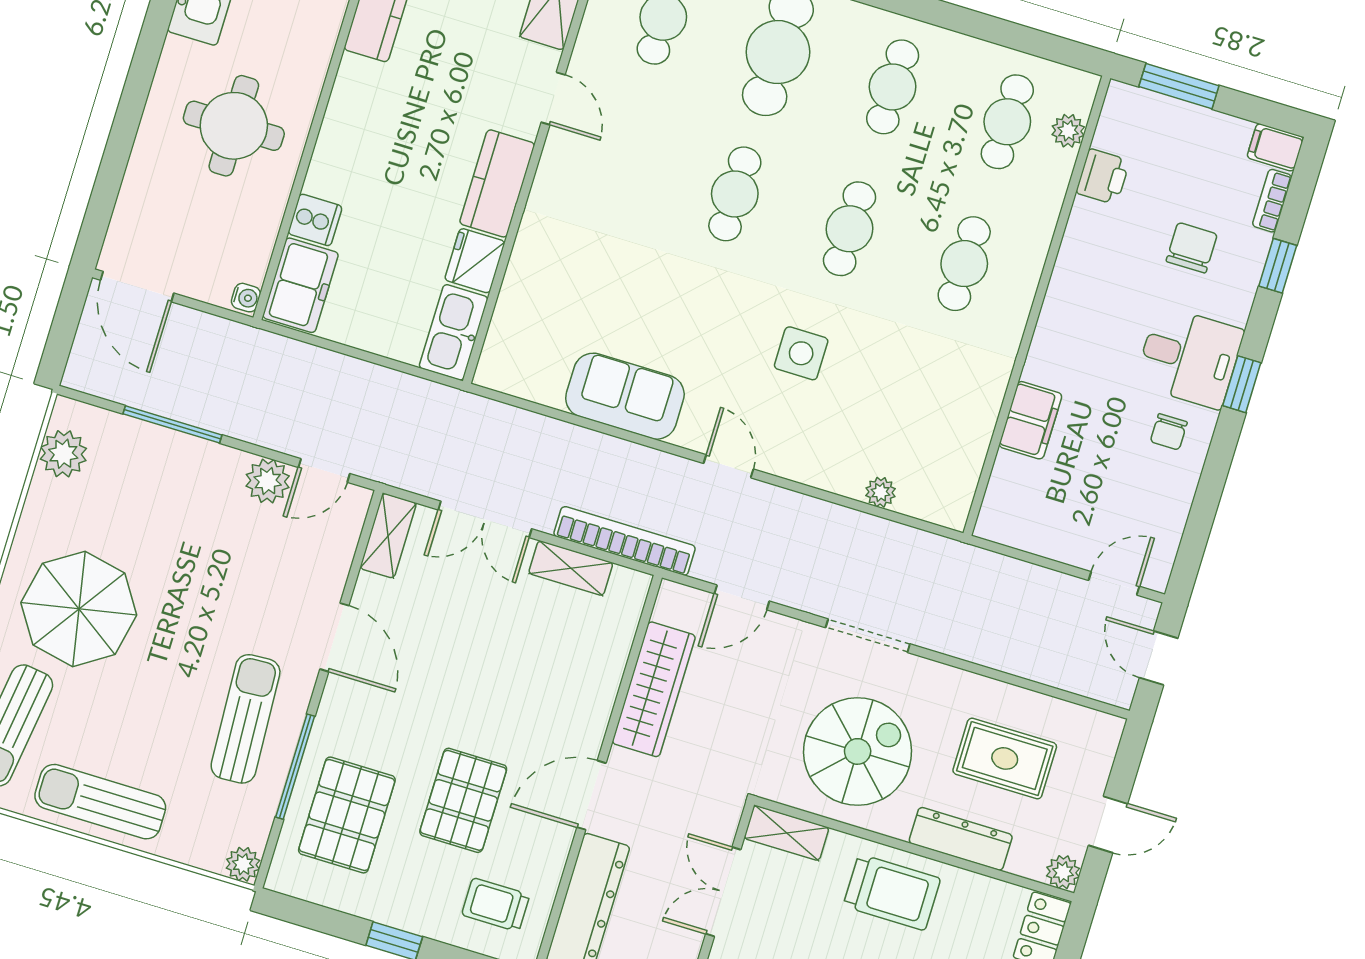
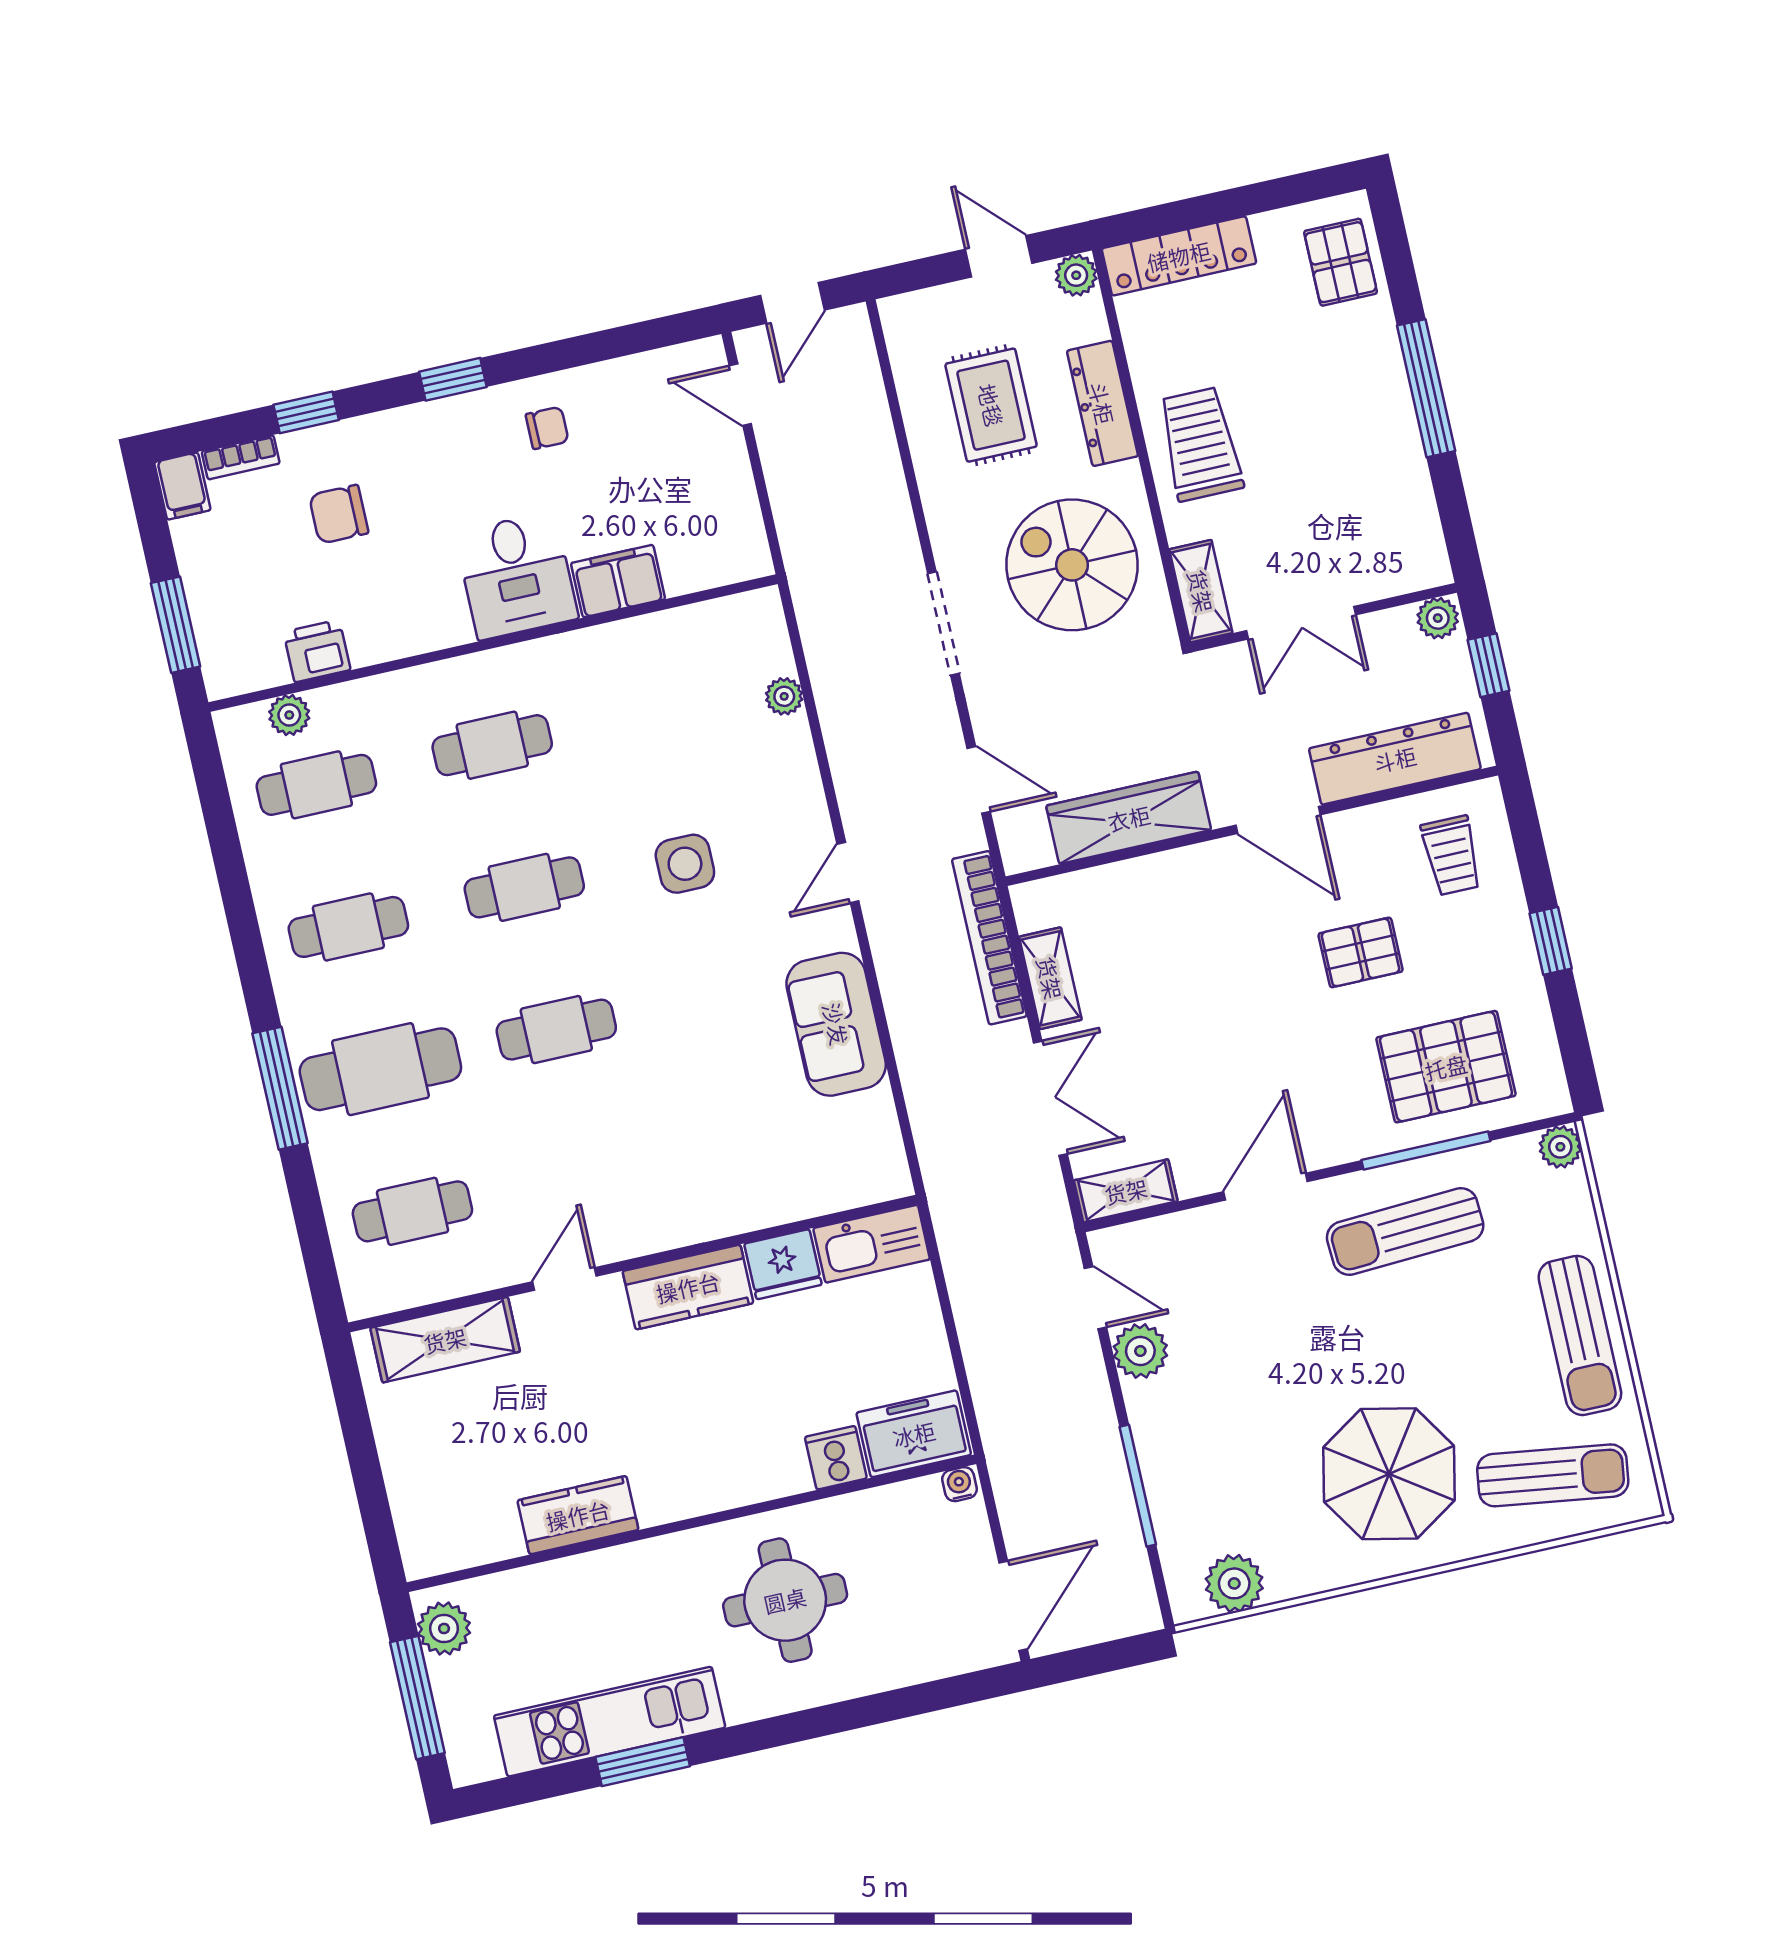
desk: (1189, 357) -> (516, 576), moved, turned 180
pallet: (463, 800) -> (1361, 952), width x0.67, depth x0.71

